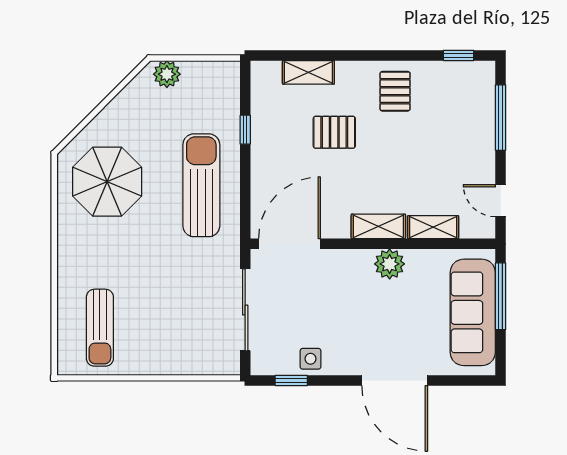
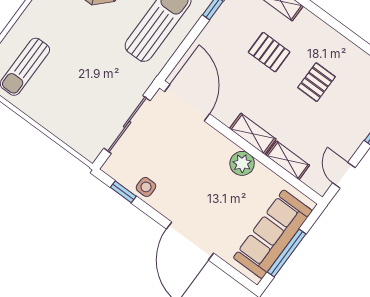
pallet: (395, 91) -> (316, 82), moved
door: (289, 244) -> (187, 103), hinge flipped
window: (501, 296) -> (287, 253), moved

